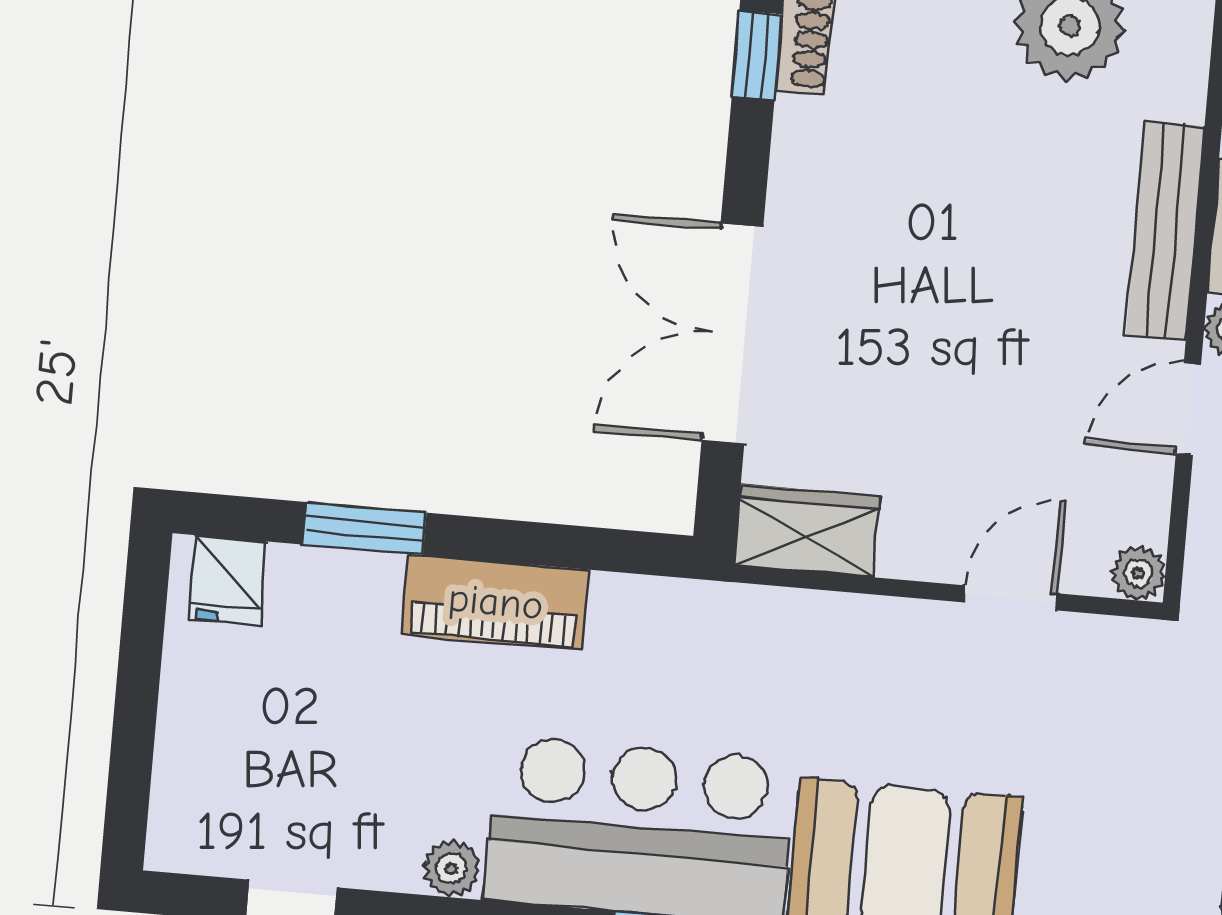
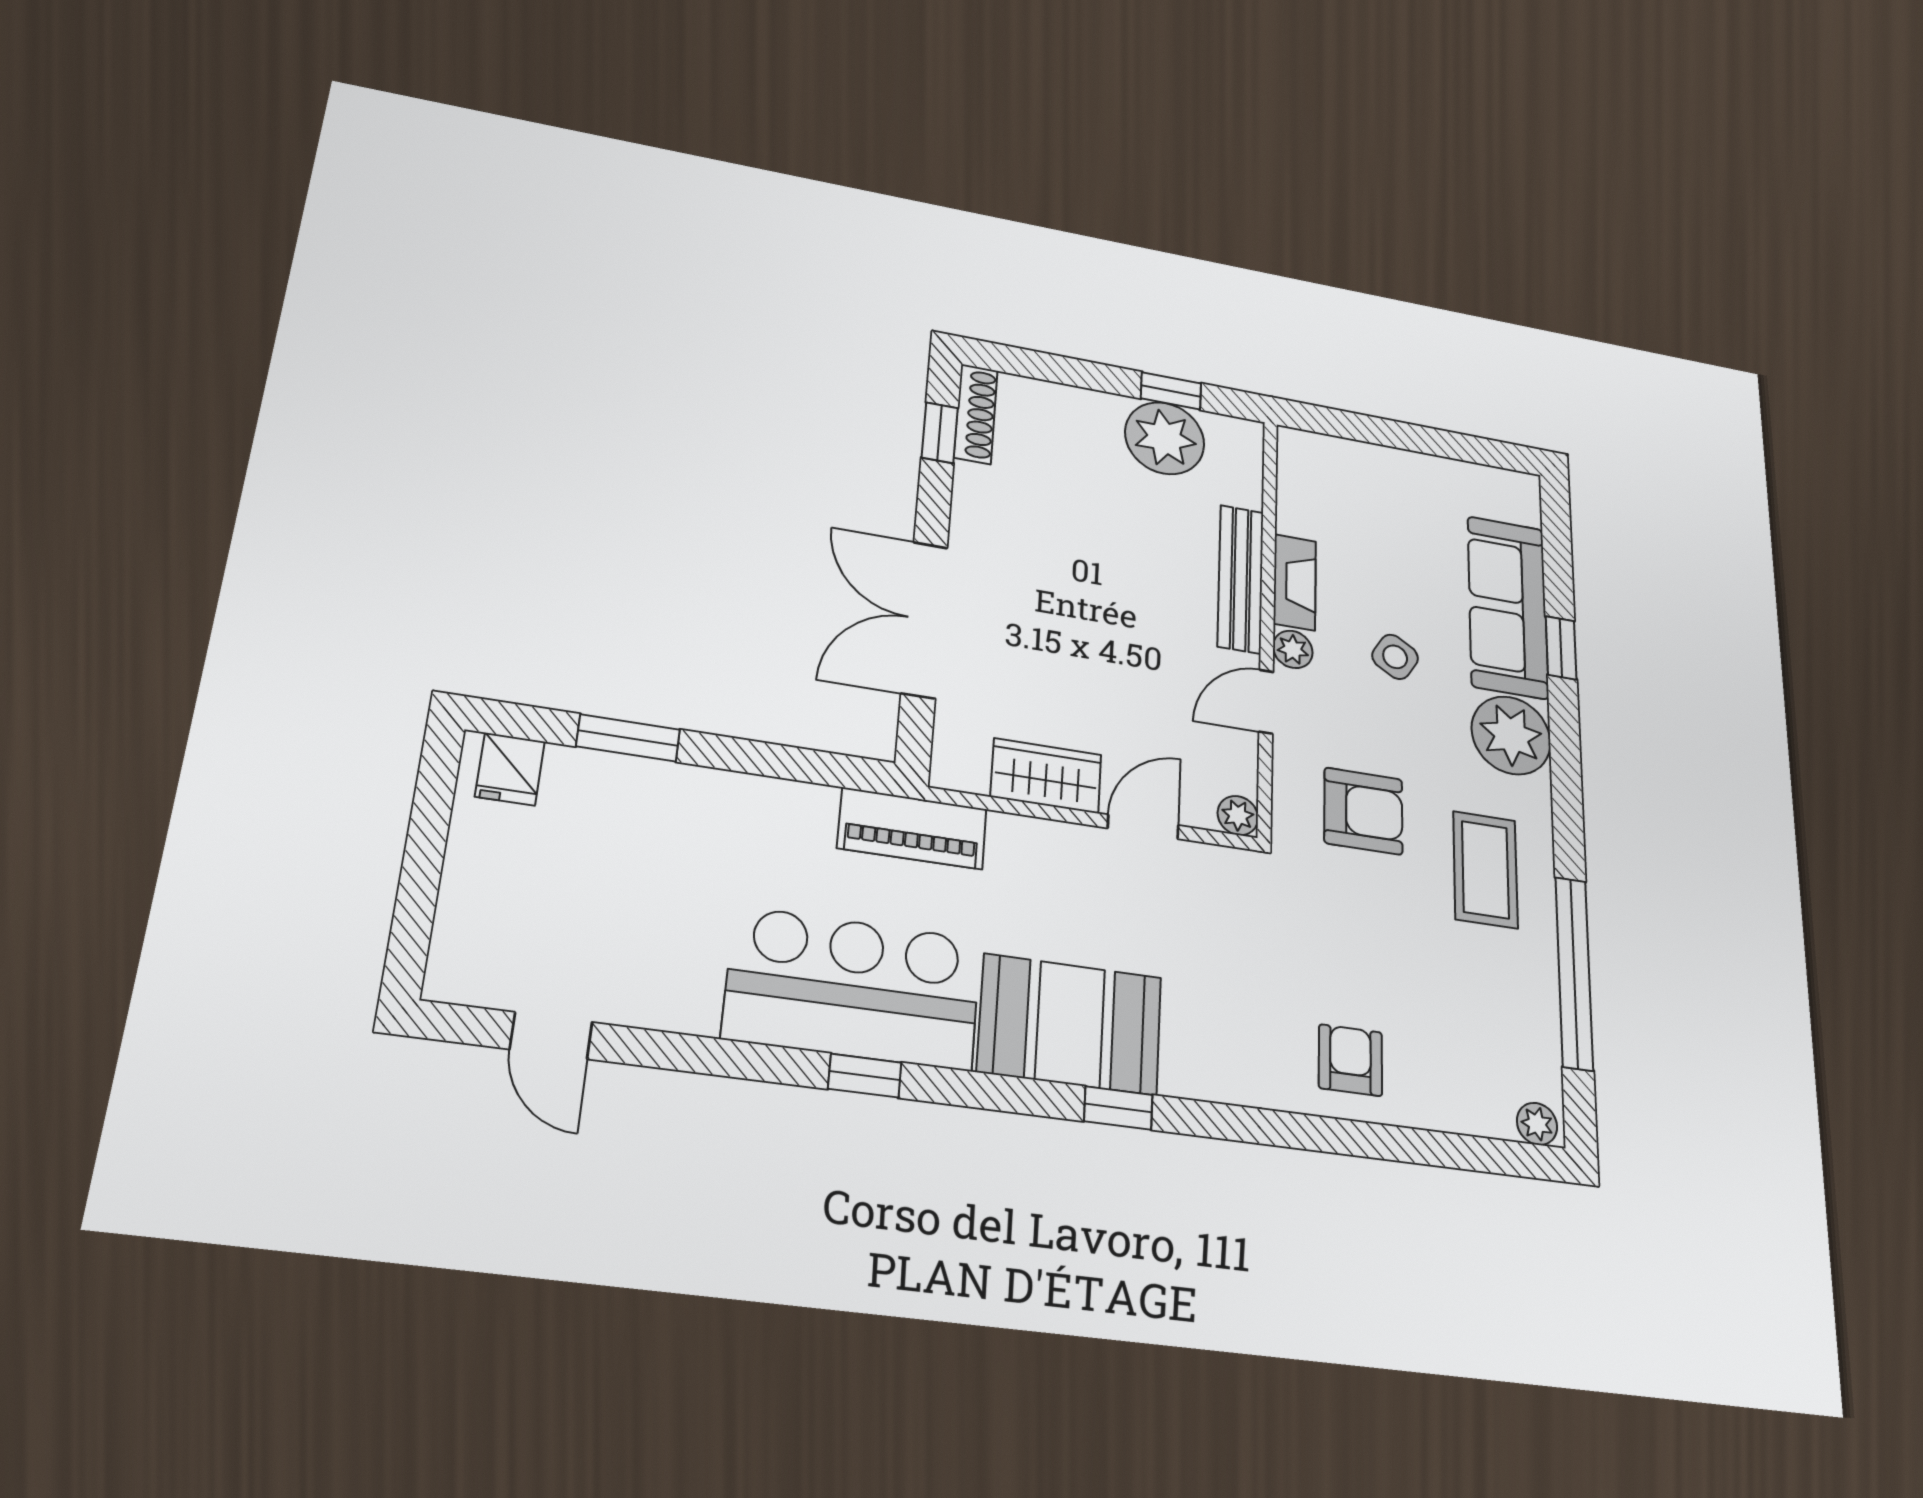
wardrobe: (807, 531) -> (1046, 776), moved
piano: (496, 602) -> (912, 828), moved
plant: (452, 869) -> (693, 1012), removed

